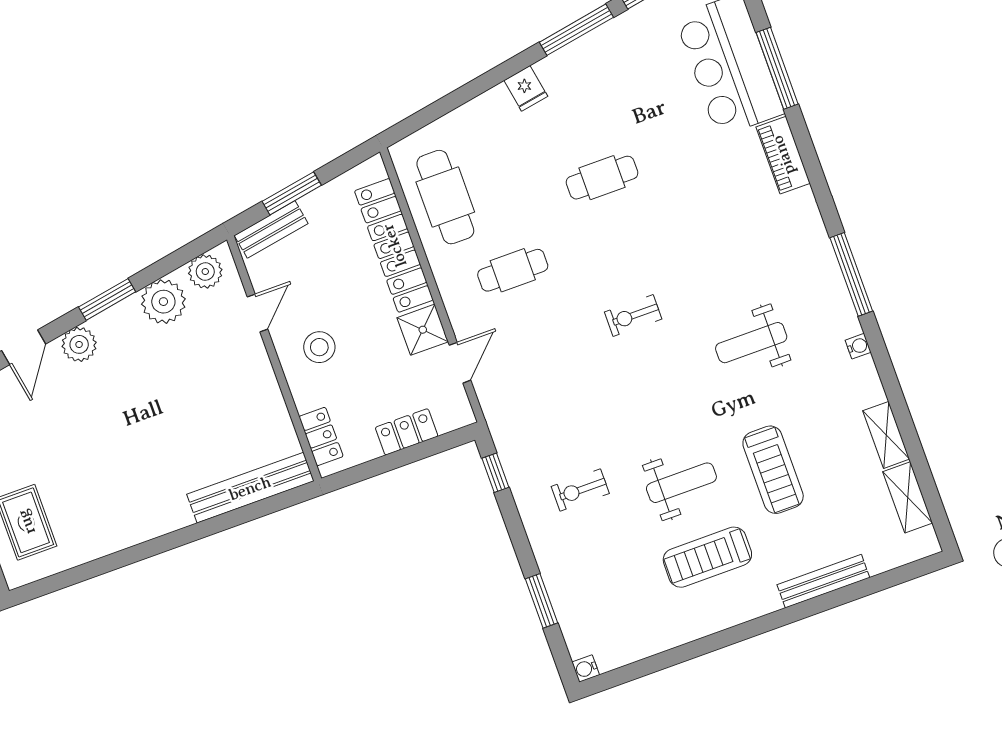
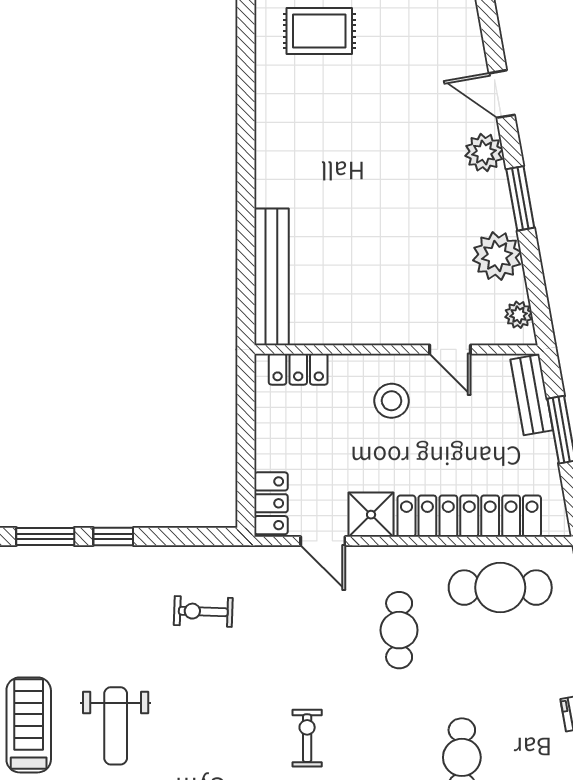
plant: (205, 272) -> (518, 315), width x0.73, depth x0.73
locker: (407, 432) -> (271, 503), moved
window: (495, 473) -> (113, 537), moved
exercise bike: (580, 490) -> (203, 611), moved, turned -88

